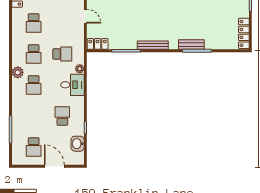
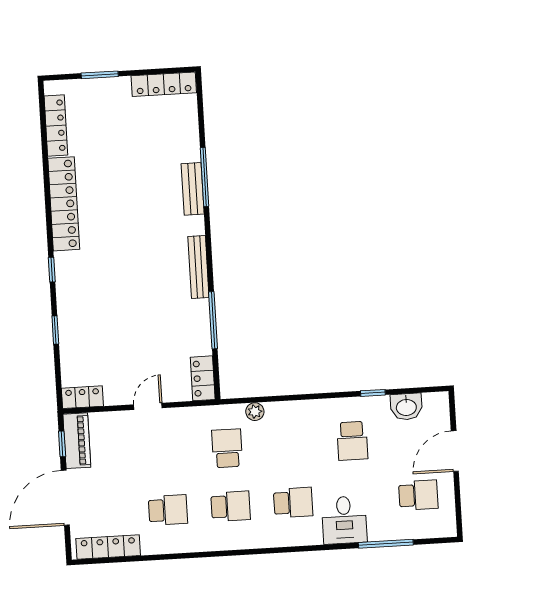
plant: (18, 72) -> (269, 536), removed
desk: (72, 85) -> (344, 520), moved, turned 180
school desk: (62, 116) -> (352, 441), turned -90

